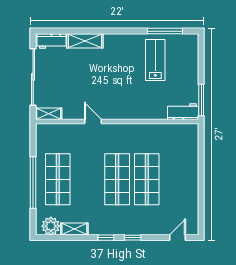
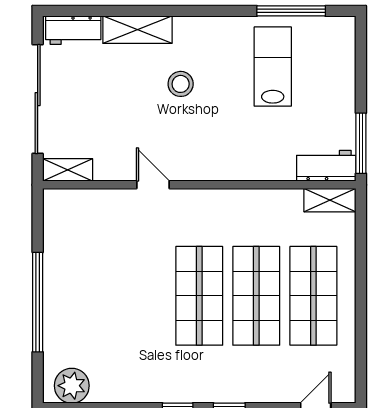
stool: (107, 69) -> (181, 84), added
shop shelf: (58, 179) -> (313, 296), moved
shelving: (74, 229) -> (330, 200), moved

